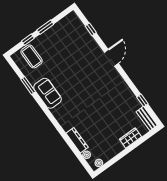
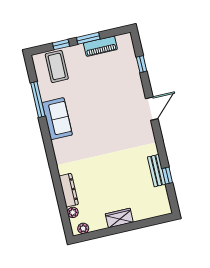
piano: (56, 29) -> (100, 46), added
window: (28, 86) -> (38, 100), width x1.44
bench: (147, 118) -> (157, 171), moved
wardrobe: (130, 138) -> (119, 218), moved

